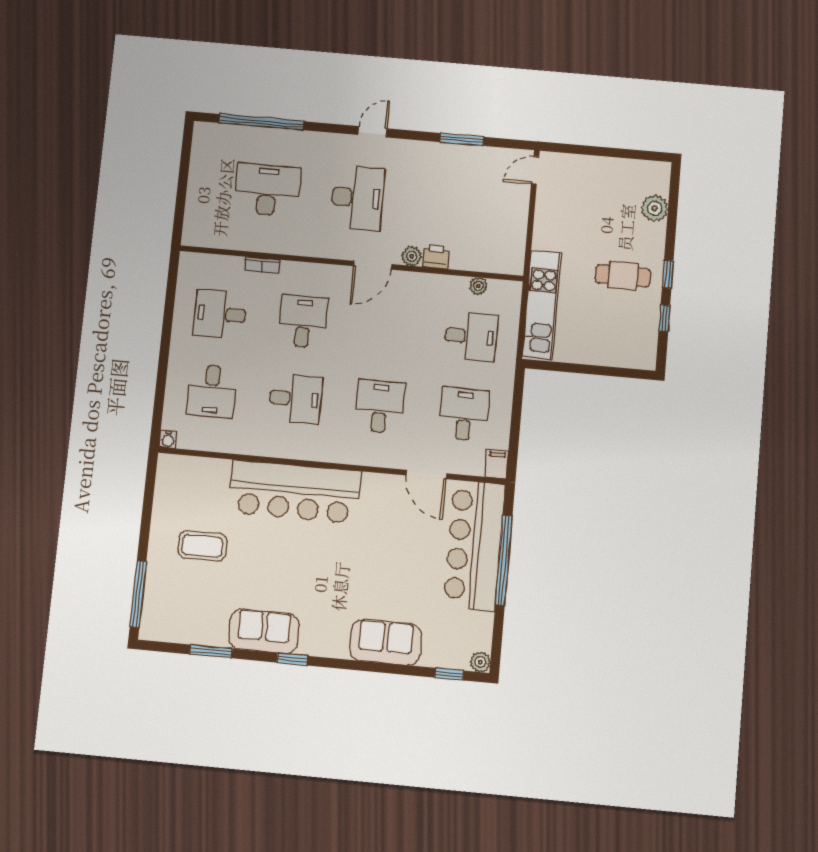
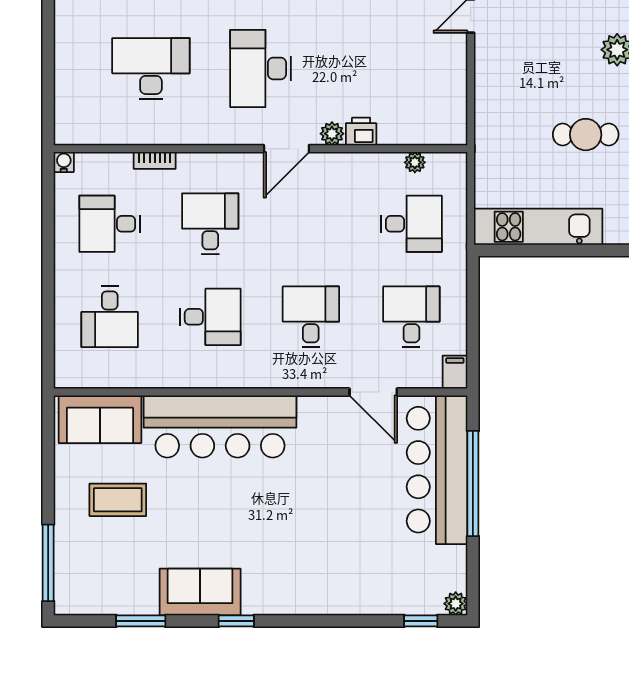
desk: (357, 198) -> (261, 68), turned 180
kitchen unit: (542, 305) -> (538, 227), moved, turned -90
water cooler: (168, 439) -> (64, 162), moved, turned 180
sofa: (386, 642) -> (100, 419), moved, turned 180

